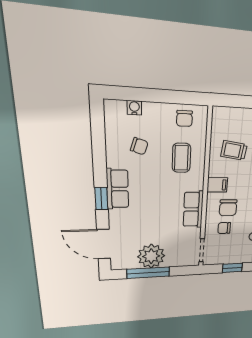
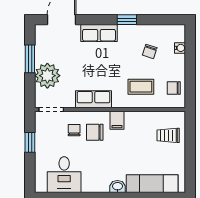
trolley: (234, 151) -> (168, 135), moved, turned -98
row of seats: (118, 189) -> (99, 33), moved
window: (101, 199) -> (127, 20), moved
plant: (151, 256) -> (47, 76), moved
window: (148, 273) -> (30, 59), width x0.69

